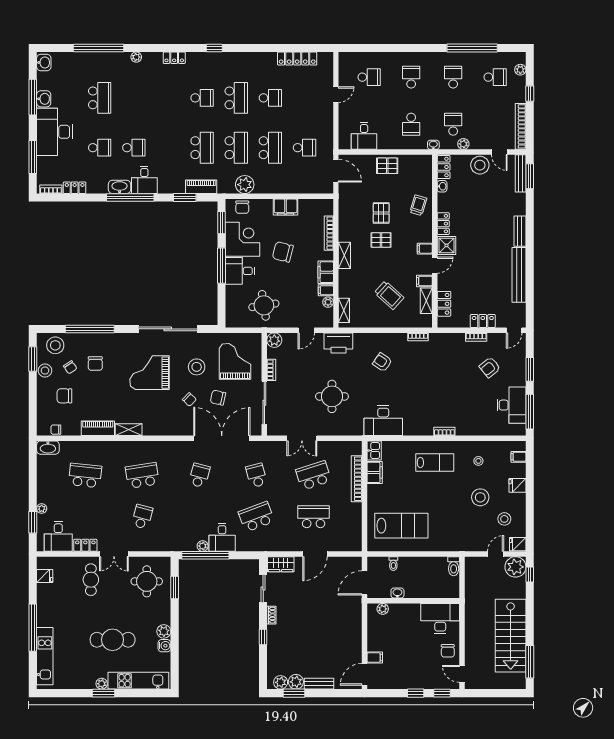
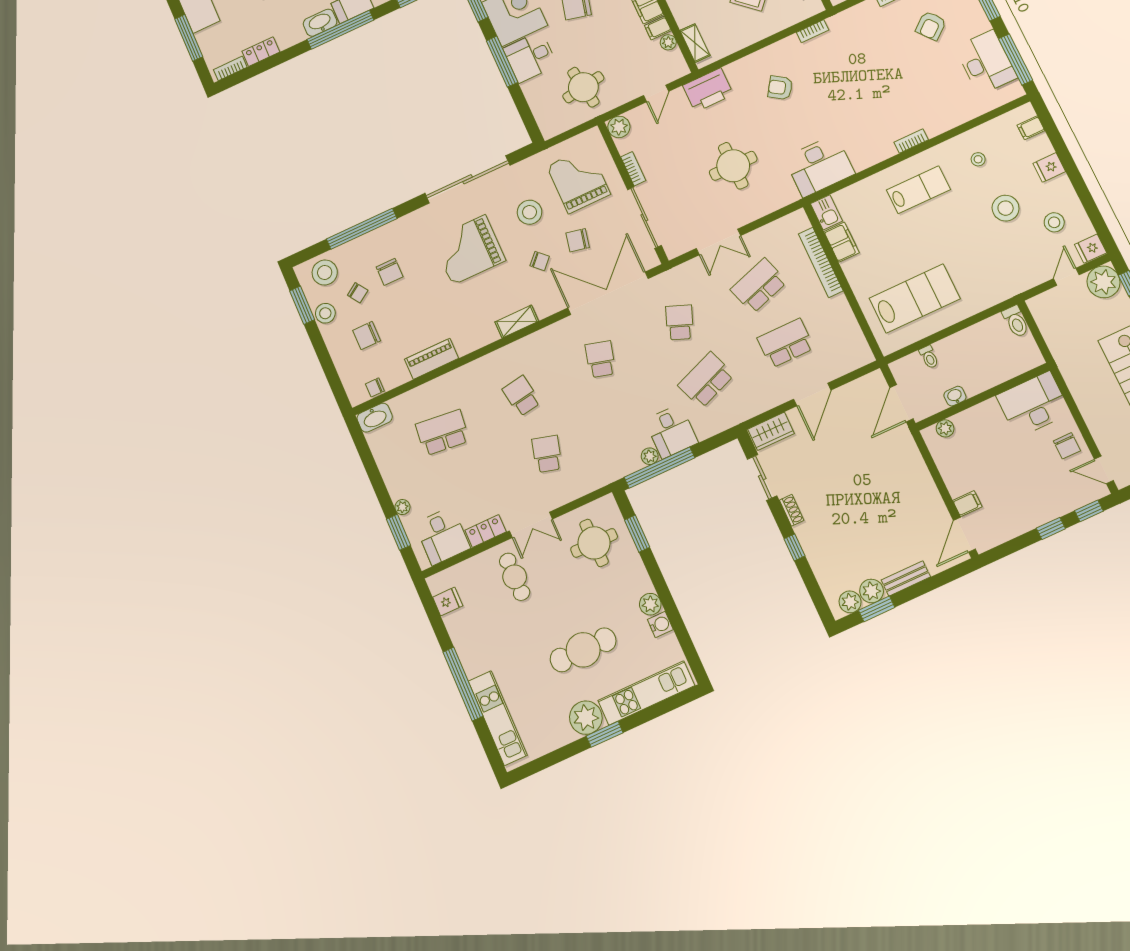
shelving: (129, 430) -> (517, 322), moved
school desk: (142, 475) -> (521, 396), width x0.54
school desk: (256, 475) -> (679, 322), turned 36
plant: (102, 684) -> (586, 718), width x1.87, depth x1.87

